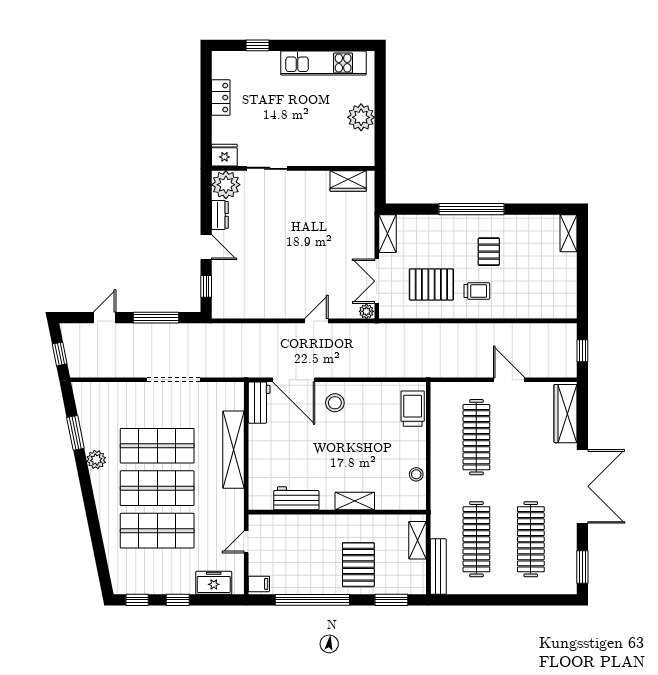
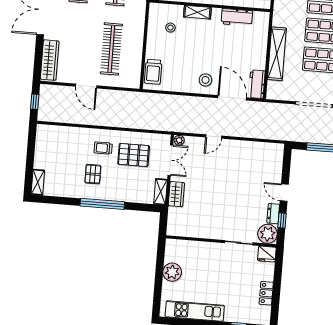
wardrobe: (348, 181) -> (176, 194), moved, turned 90
window: (206, 286) -> (282, 221), moved
stool: (416, 474) -> (170, 28), moved

